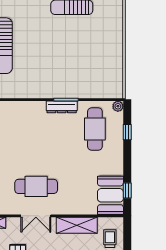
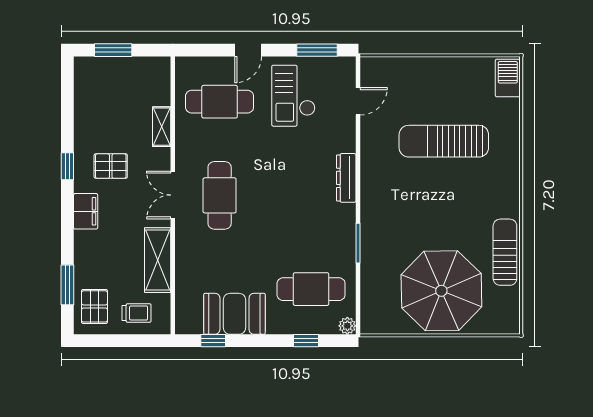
parasol: (96, 47) -> (441, 291), added
dresser: (62, 107) -> (346, 178), moved
booth: (110, 195) -> (234, 314), moved

